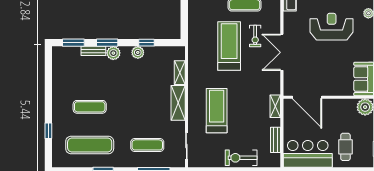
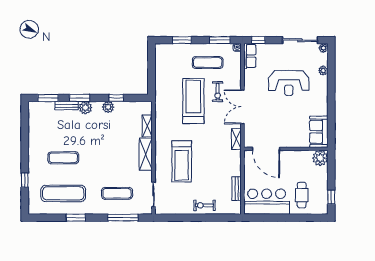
reception desk: (332, 27) -> (289, 83), turned 180
shelving: (275, 106) -> (236, 139), moved
treadmill: (217, 111) -> (182, 161), turned 180
exercise bike: (241, 158) -> (204, 205), width x0.73, depth x0.72

